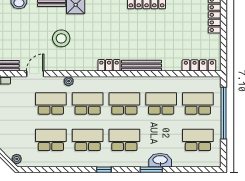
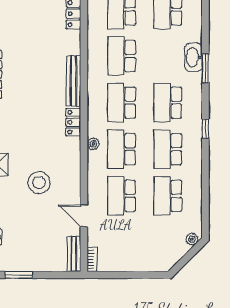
plant: (69, 81) -> (93, 144), moved

